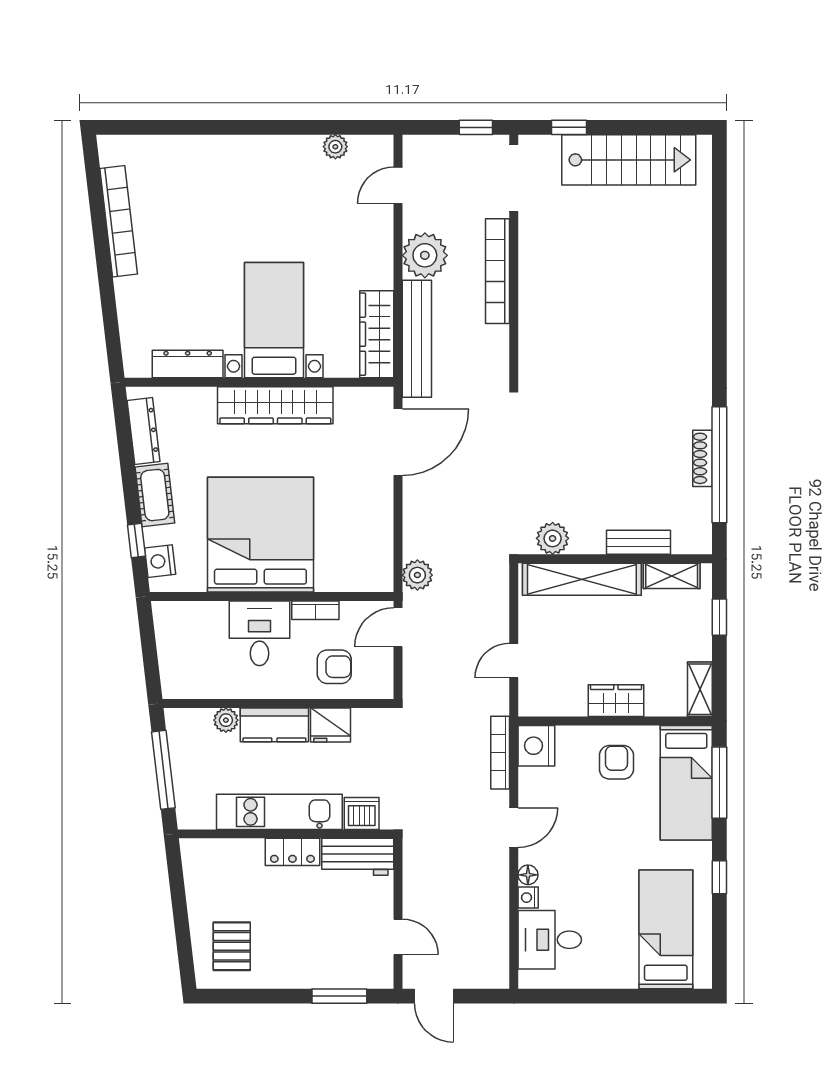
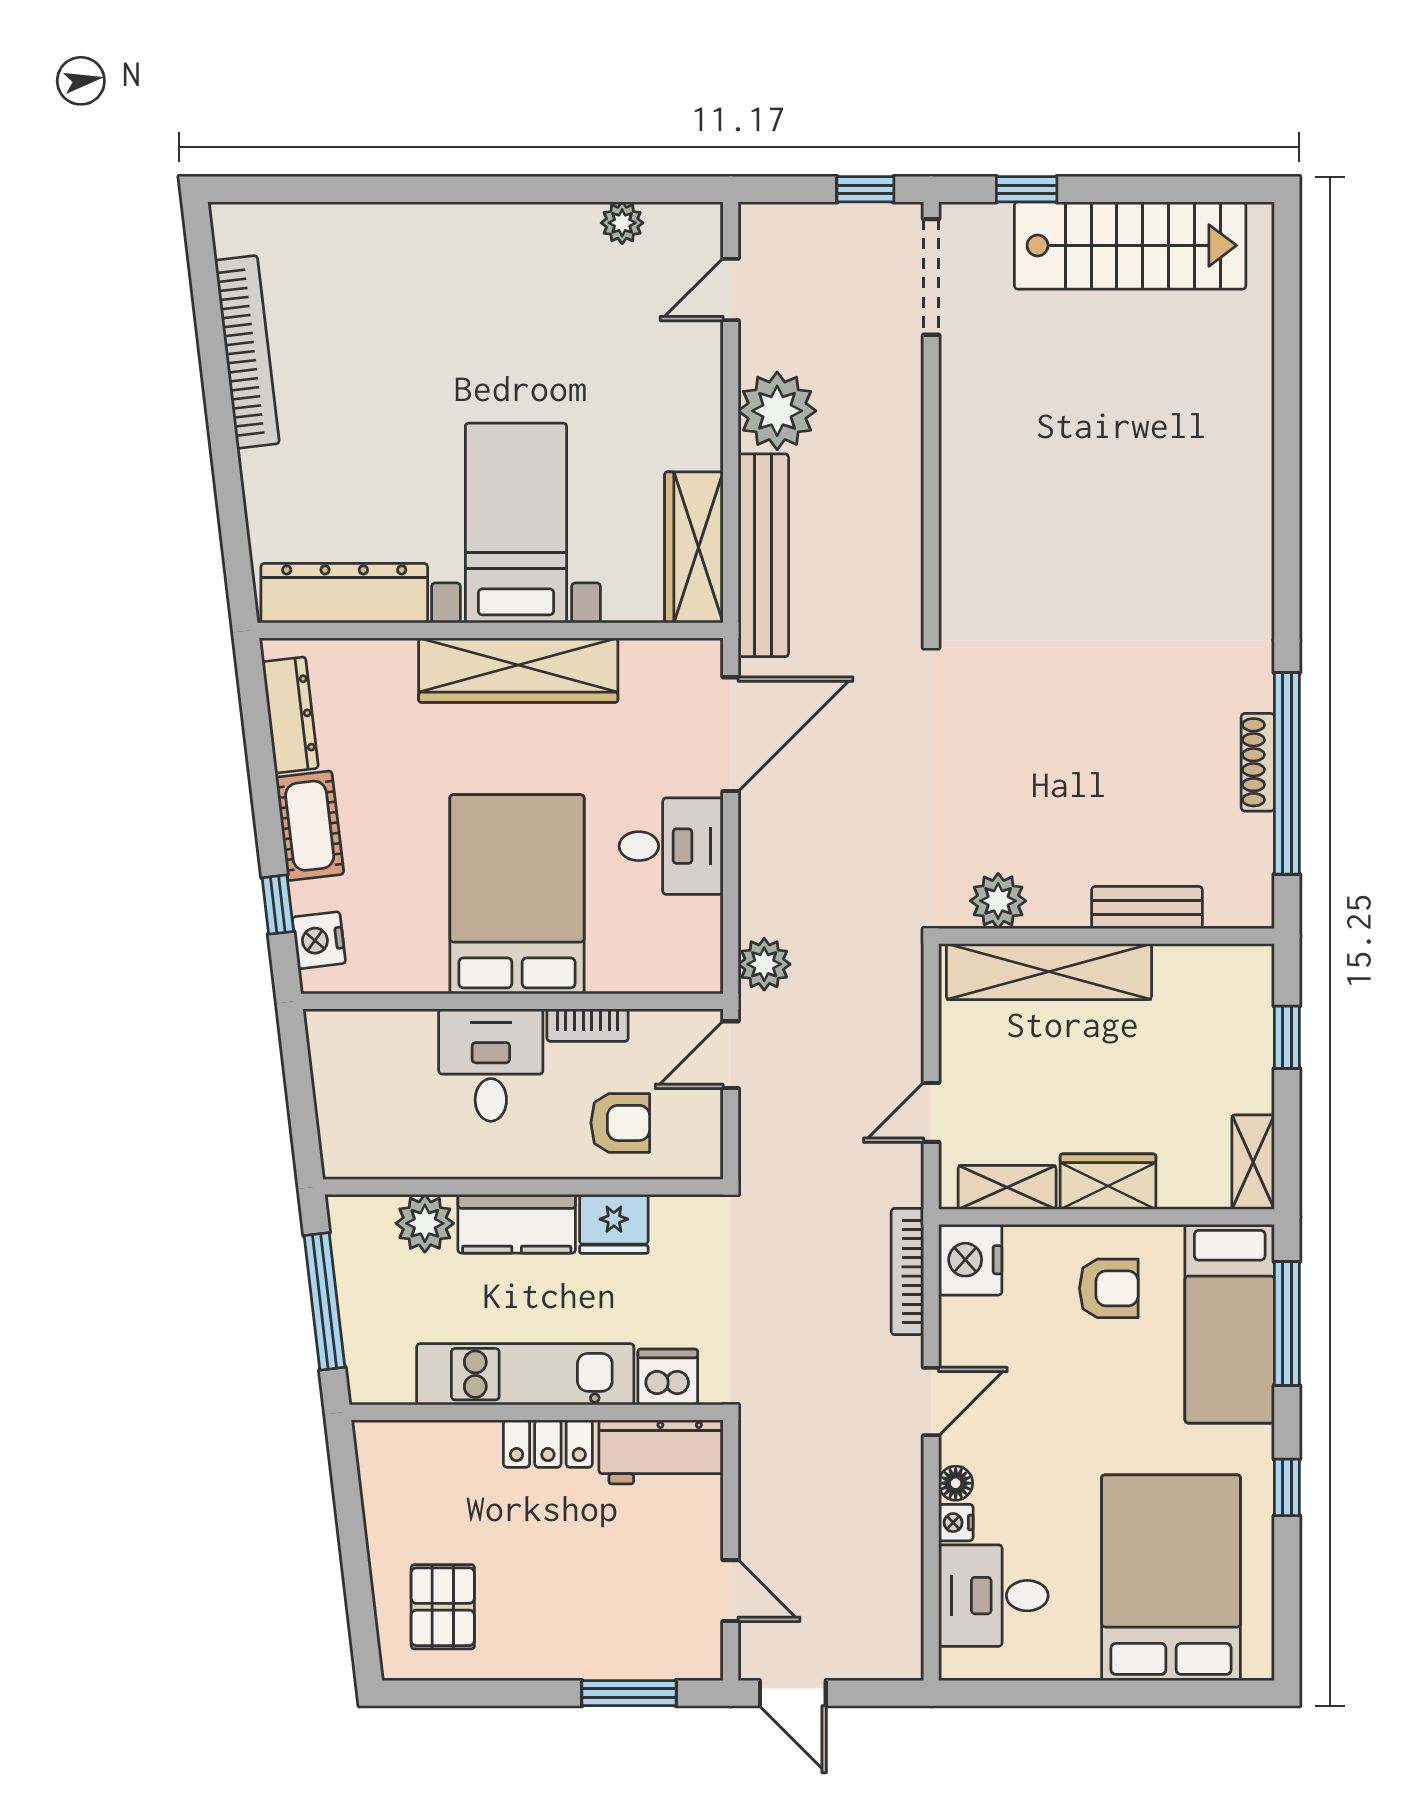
bookcase: (498, 271) -> (903, 438), removed
dresser: (188, 364) -> (344, 593), width x1.37, depth x1.24
desk: (364, 507) -> (671, 846), added
bed: (260, 535) -> (517, 894), width x0.73
shelving: (672, 576) -> (1007, 1187), moved
plant: (226, 720) -> (425, 1223), width x1.38, depth x1.38
armchair: (616, 762) -> (1109, 1288), turned 90
bed: (666, 929) -> (1171, 1578), width x1.50

